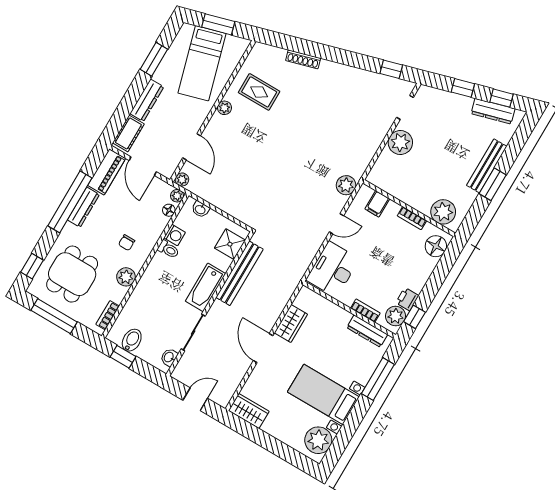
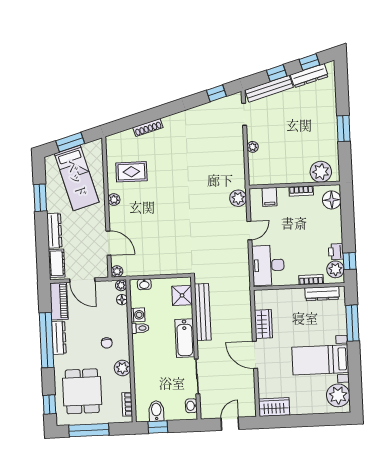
plant: (400, 143) -> (253, 147), width x0.53, depth x0.53
bench: (487, 166) -> (269, 89), moved, turned 74

